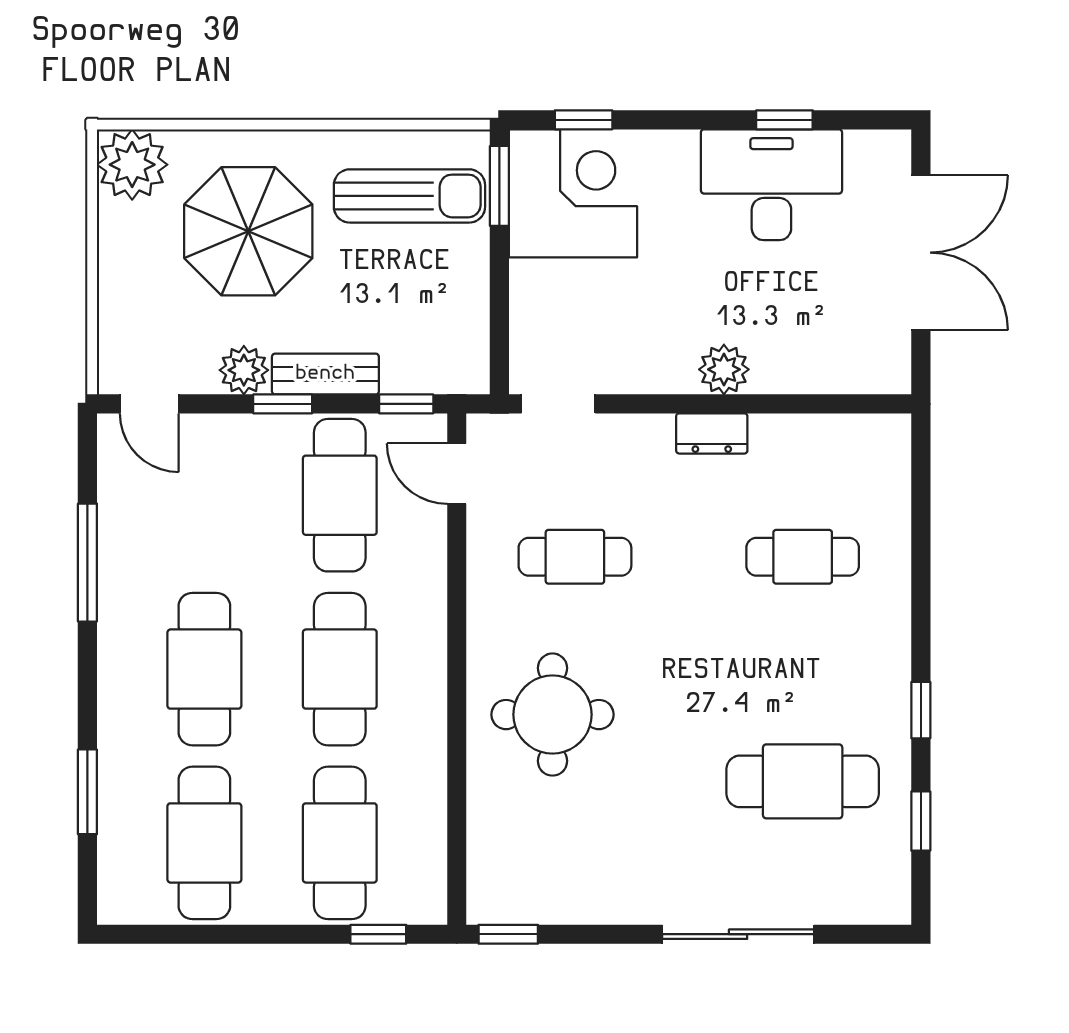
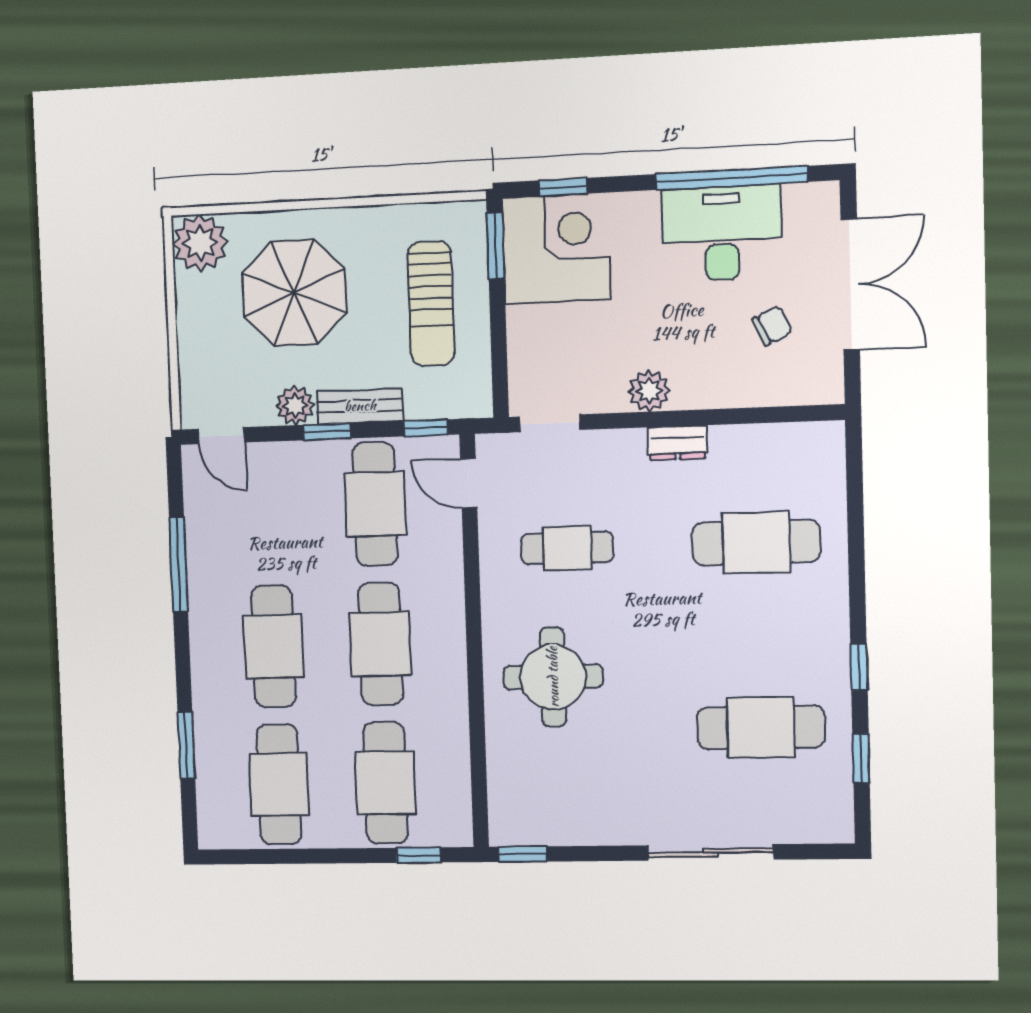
window: (784, 120) -> (731, 178), width x3.17
sun lounger: (409, 196) -> (431, 304), moved, turned 90
chair: (828, 297) -> (772, 326), added
plant: (724, 369) -> (649, 391), moved
cafe table: (803, 557) -> (756, 542), width x1.37, depth x1.35

